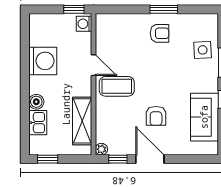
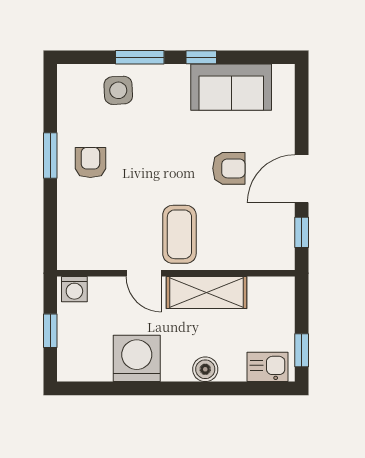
window: (74, 9) -> (50, 331), moved
door: (94, 65) -> (144, 273), swing flipped
shelving: (82, 121) -> (206, 292), moved
kitchen sink: (38, 123) -> (268, 367), moved
plant: (101, 149) -> (285, 260), removed

